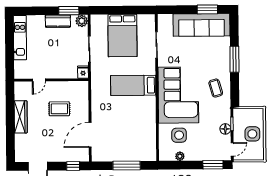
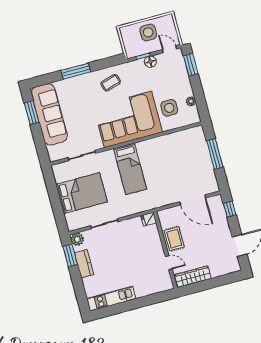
fridge: (83, 72) -> (149, 219), moved
door: (39, 80) -> (169, 263), moved
wall: (51, 80) -> (165, 250), moved

